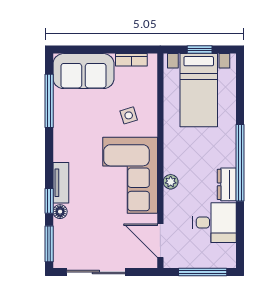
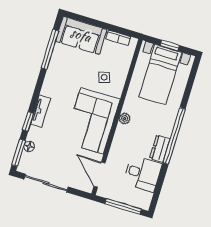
plant: (171, 182) -> (125, 119), moved
floor lamp: (60, 212) -> (29, 146), moved

